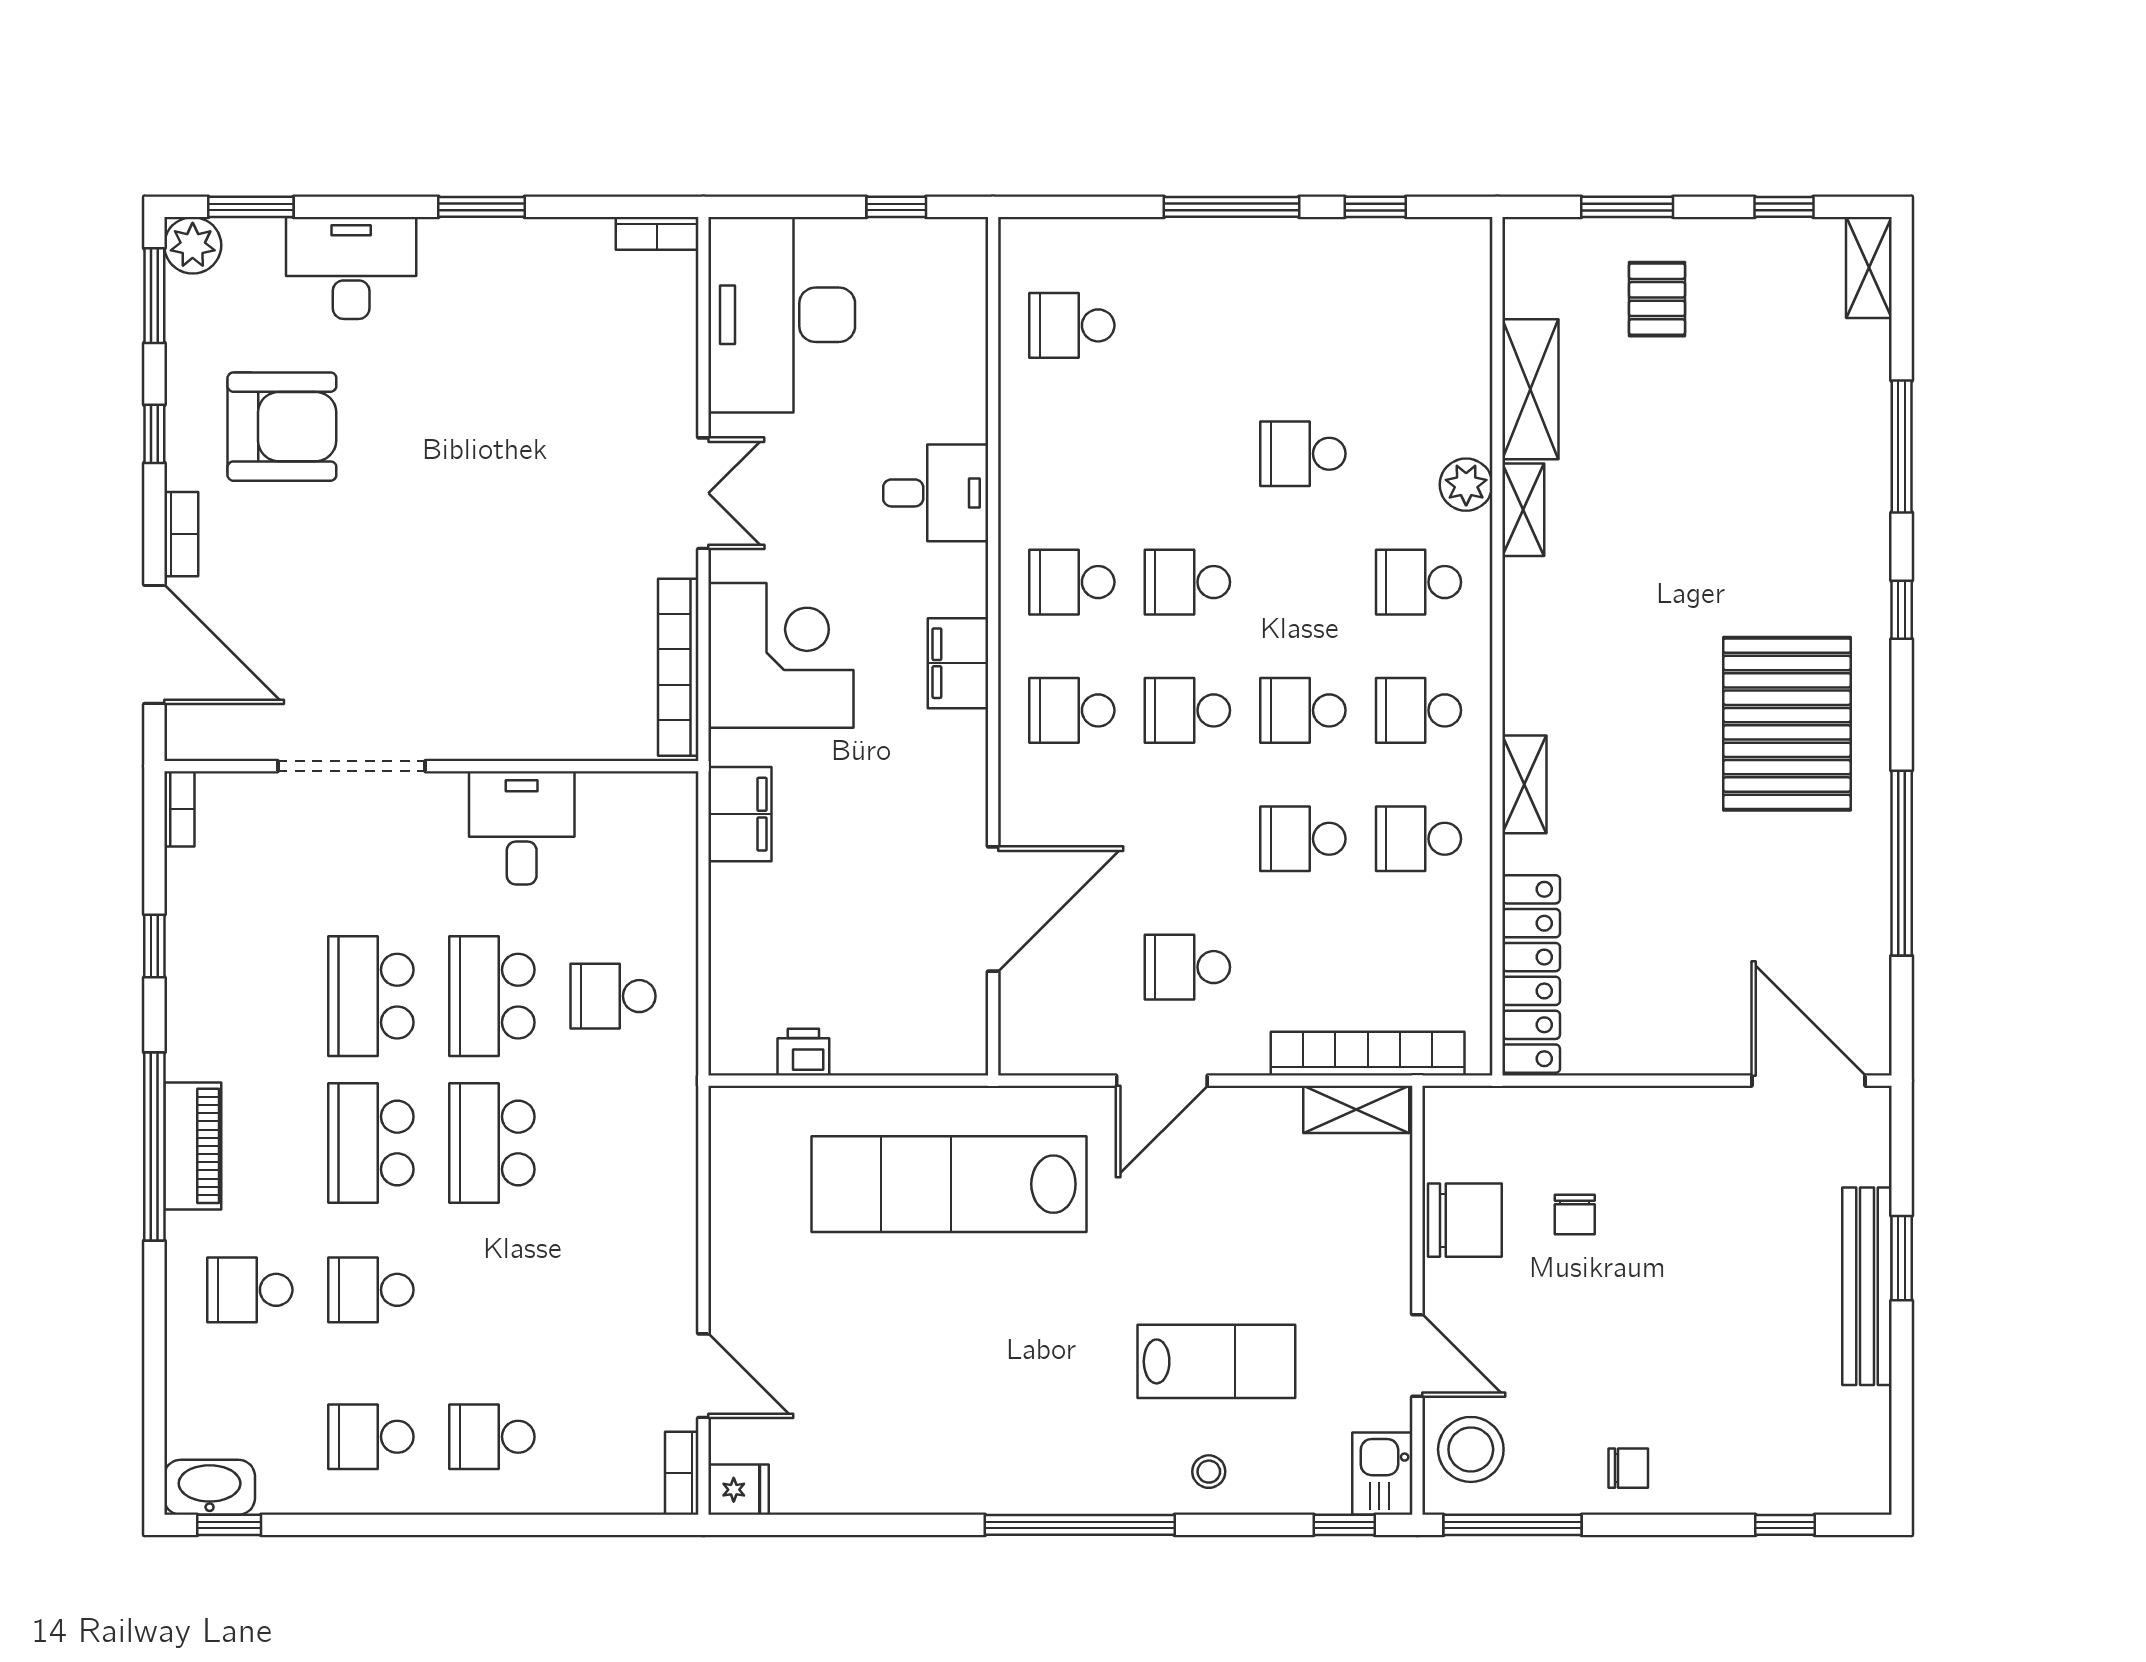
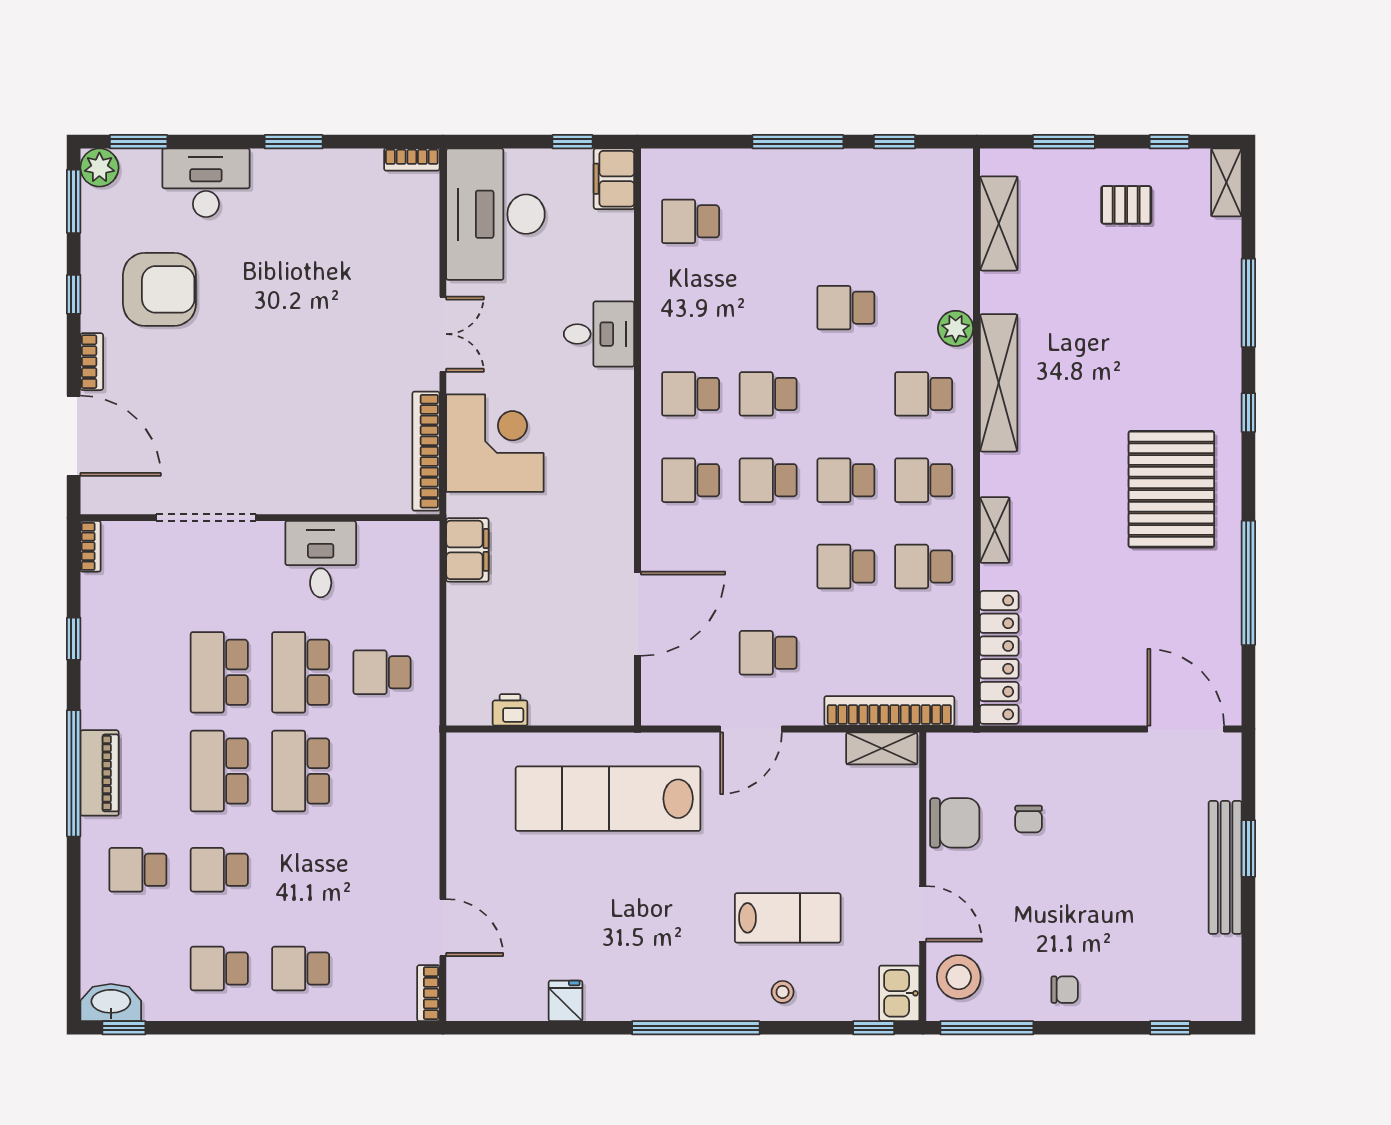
pallet: (1657, 299) -> (1126, 205), moved, turned 90
shelving: (1530, 389) -> (999, 223), moved
shelving: (1523, 510) -> (999, 383), width x2.20, depth x1.33
filing cabinet: (958, 663) -> (614, 179), moved
fridge: (739, 1490) -> (565, 1001), moved, turned -90

